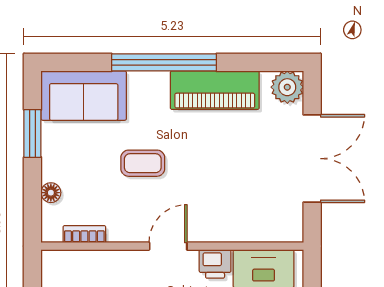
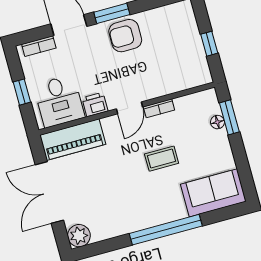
piano: (215, 90) -> (73, 140), moved, turned 180
window: (32, 134) -> (229, 117), moved
bookcase: (84, 234) -> (159, 108), moved

